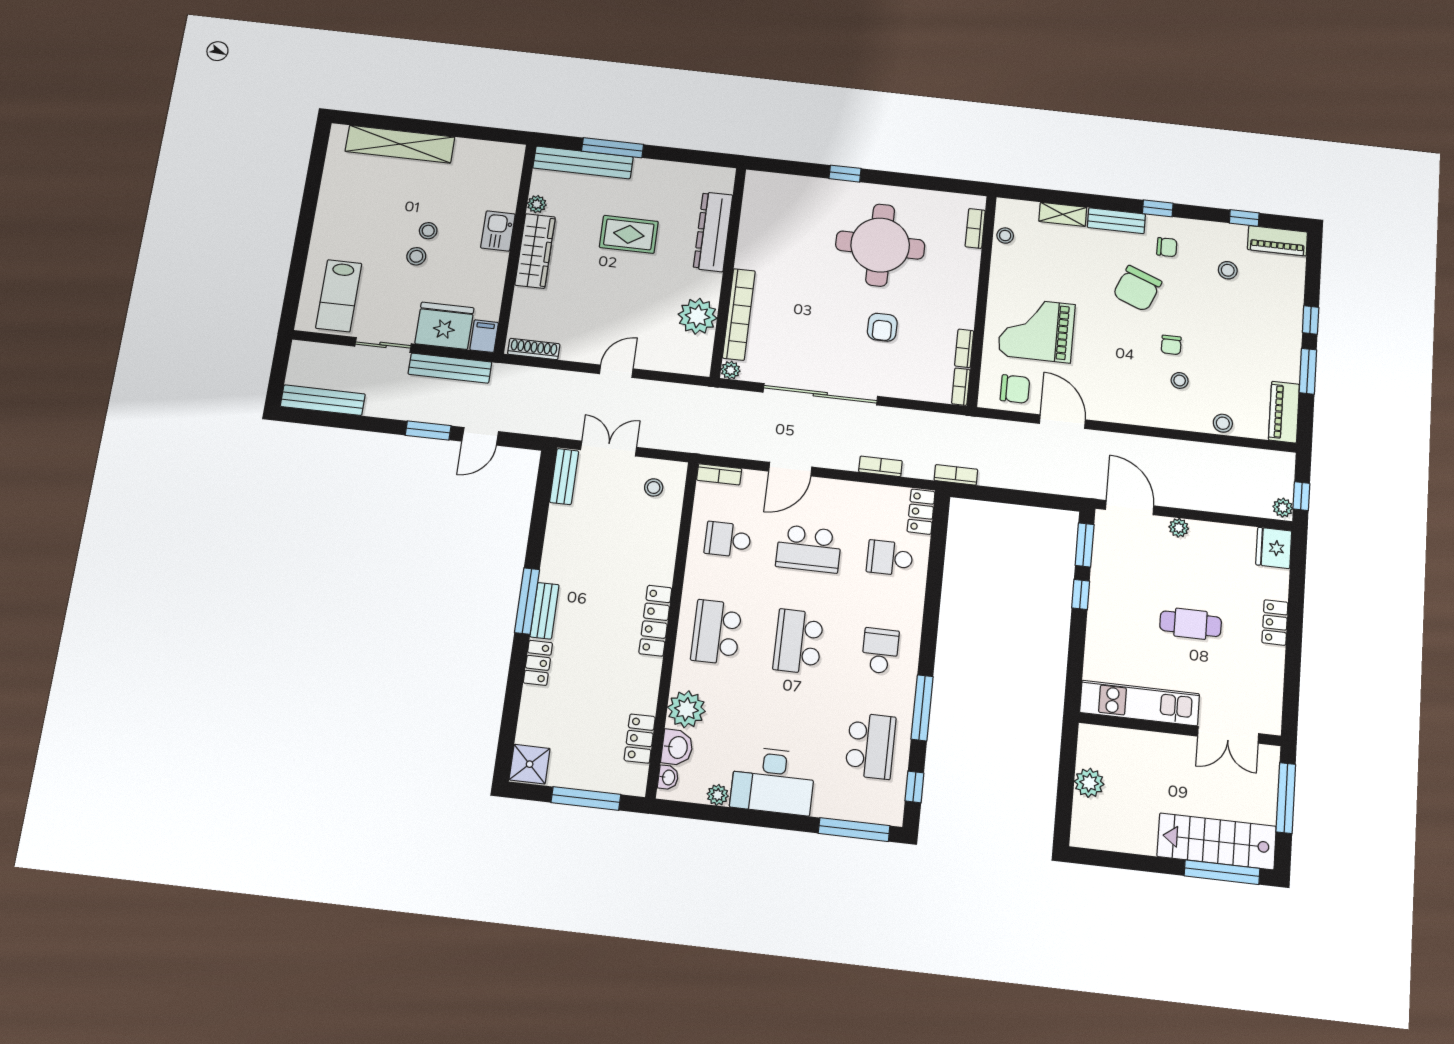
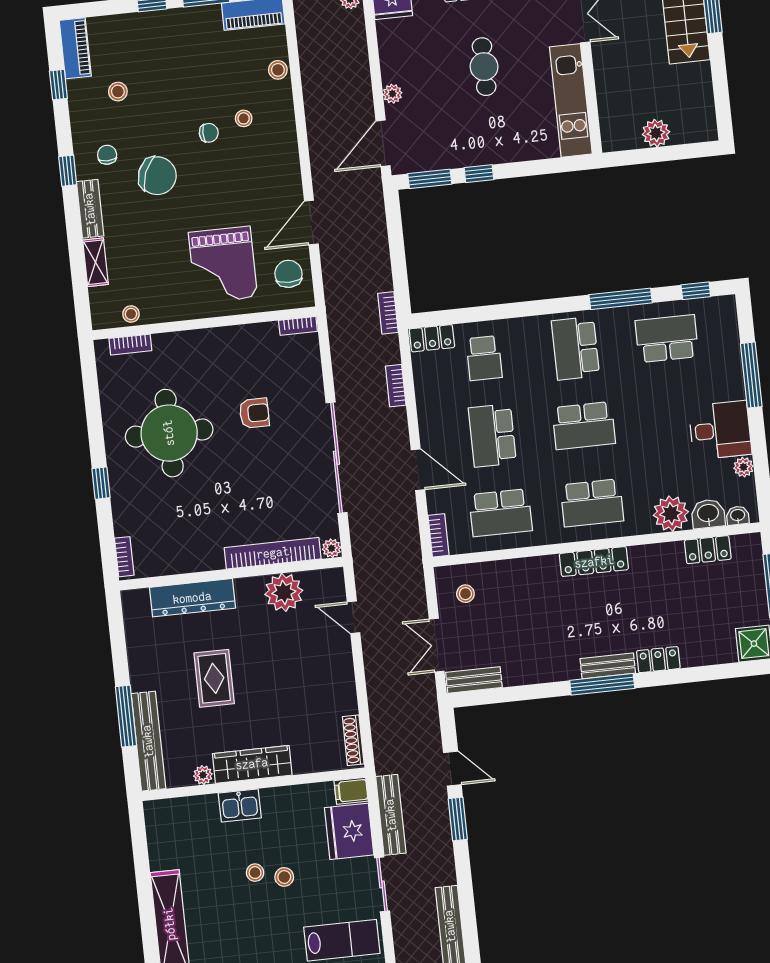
bookcase: (964, 348) -> (124, 557), moved, turned -90
door: (616, 371) -> (354, 617), moved
school desk: (728, 540) -> (501, 513), width x1.85
school desk: (809, 549) -> (492, 435), turned 180
school desk: (880, 651) -> (575, 348), width x1.85
desk: (773, 781) -> (720, 430), width x0.73
window: (854, 830) -> (751, 375), moved

